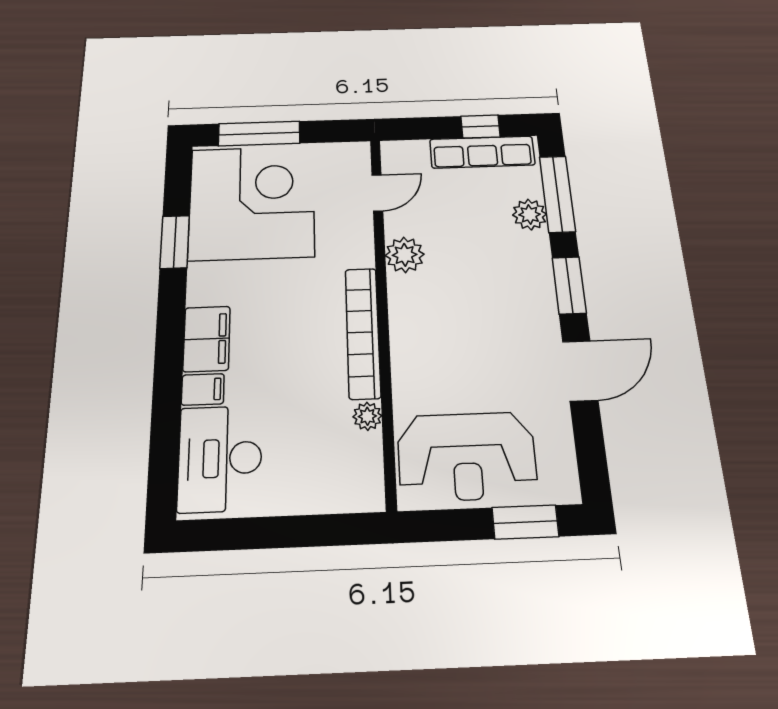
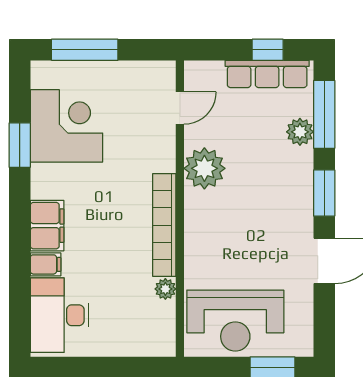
corner desk: (252, 202) -> (66, 126), width x0.74, depth x0.74
plant: (405, 255) -> (204, 168), width x1.36, depth x1.36

